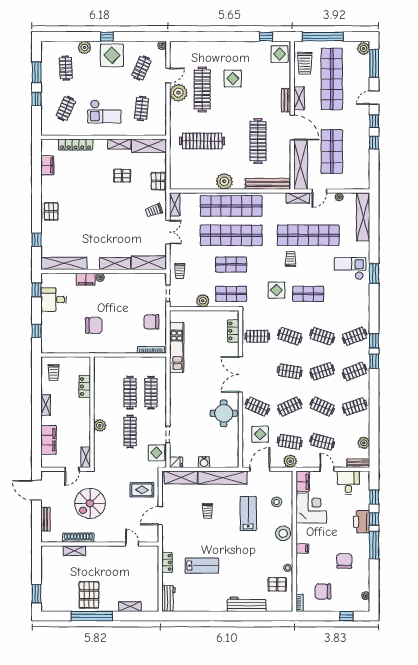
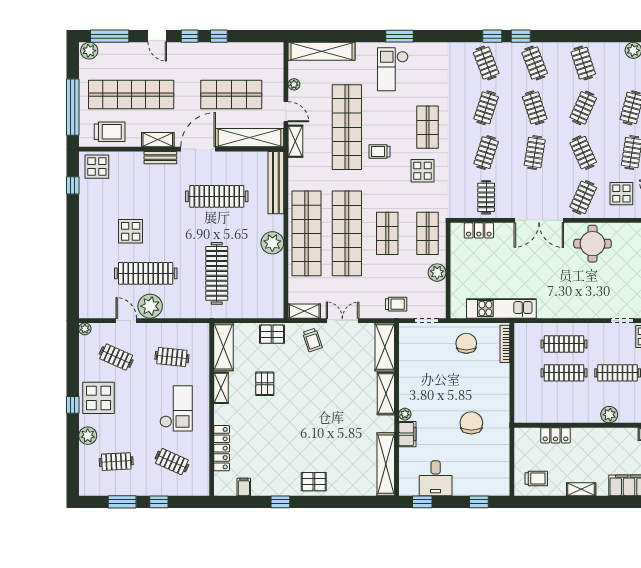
filing cabinet: (47, 165) -> (244, 487), width x0.50
window: (37, 240) -> (280, 502), moved
chair: (151, 322) -> (466, 343), turned 180

